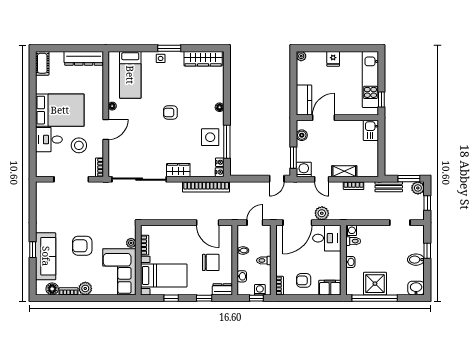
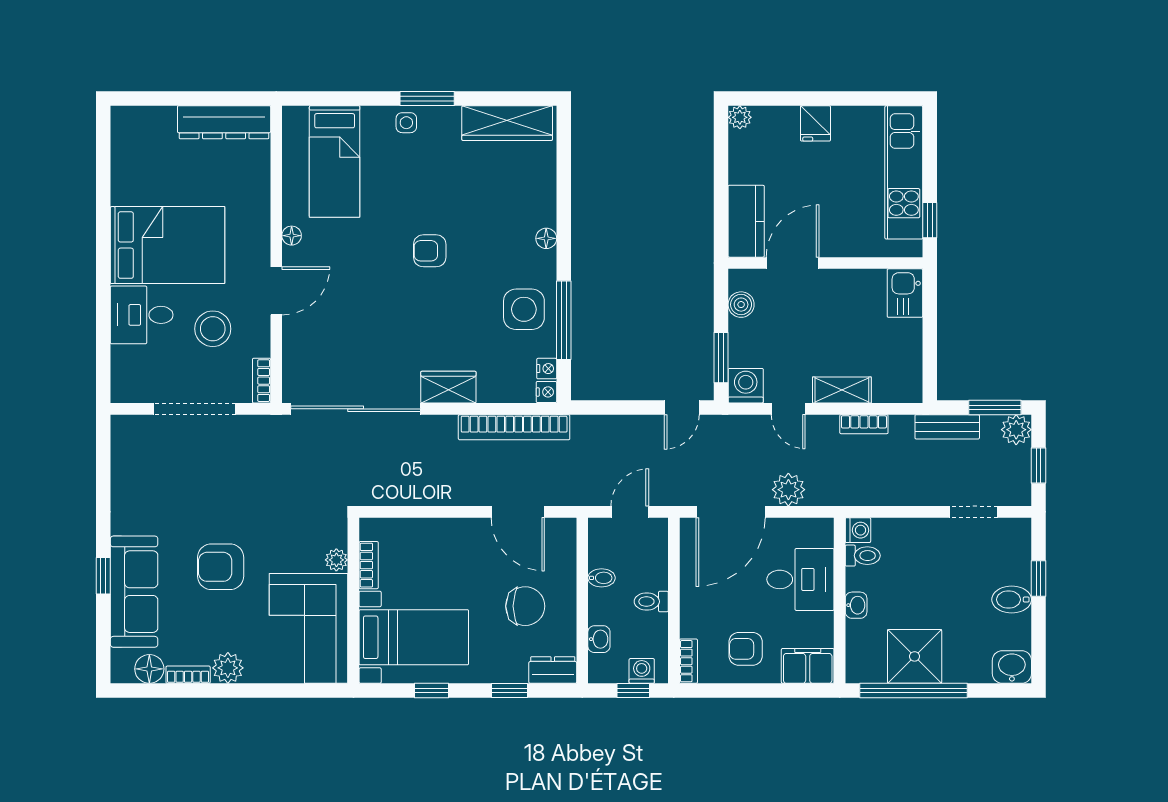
cot: (42, 63) -> (126, 134), removed
desk: (327, 238) -> (800, 579), moved

